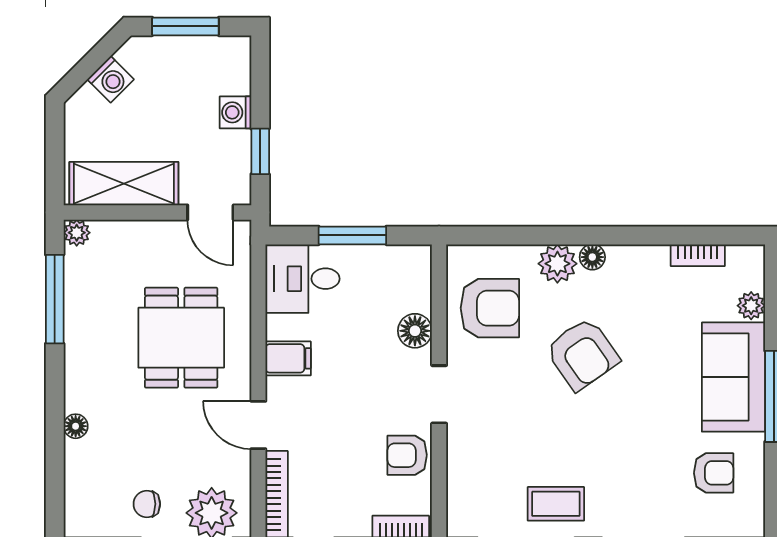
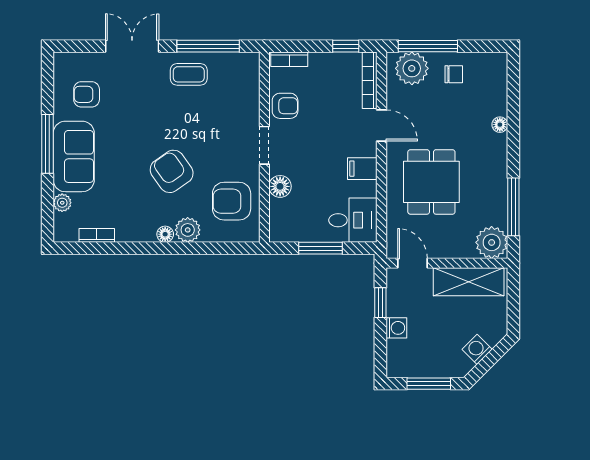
plant: (77, 233) -> (492, 242), width x1.88, depth x1.88

